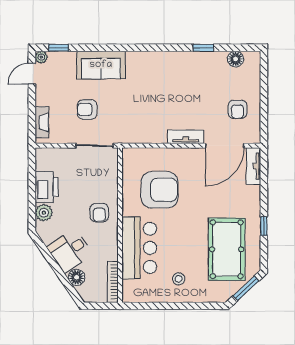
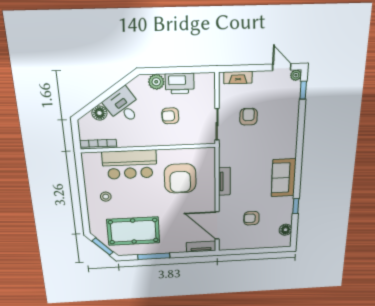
sofa: (101, 65) -> (284, 178), moved
armchair: (238, 109) -> (251, 218), moved
tv unit: (186, 137) -> (224, 181), moved
armchair: (99, 213) -> (170, 116), moved
window: (264, 226) -> (154, 256), width x2.17

